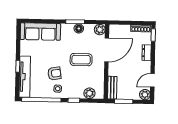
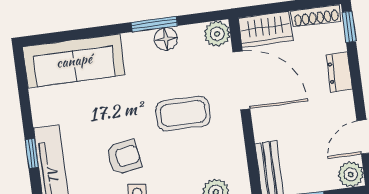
wardrobe: (120, 31) -> (266, 29), added
door: (107, 50) -> (241, 80), hinge flipped

